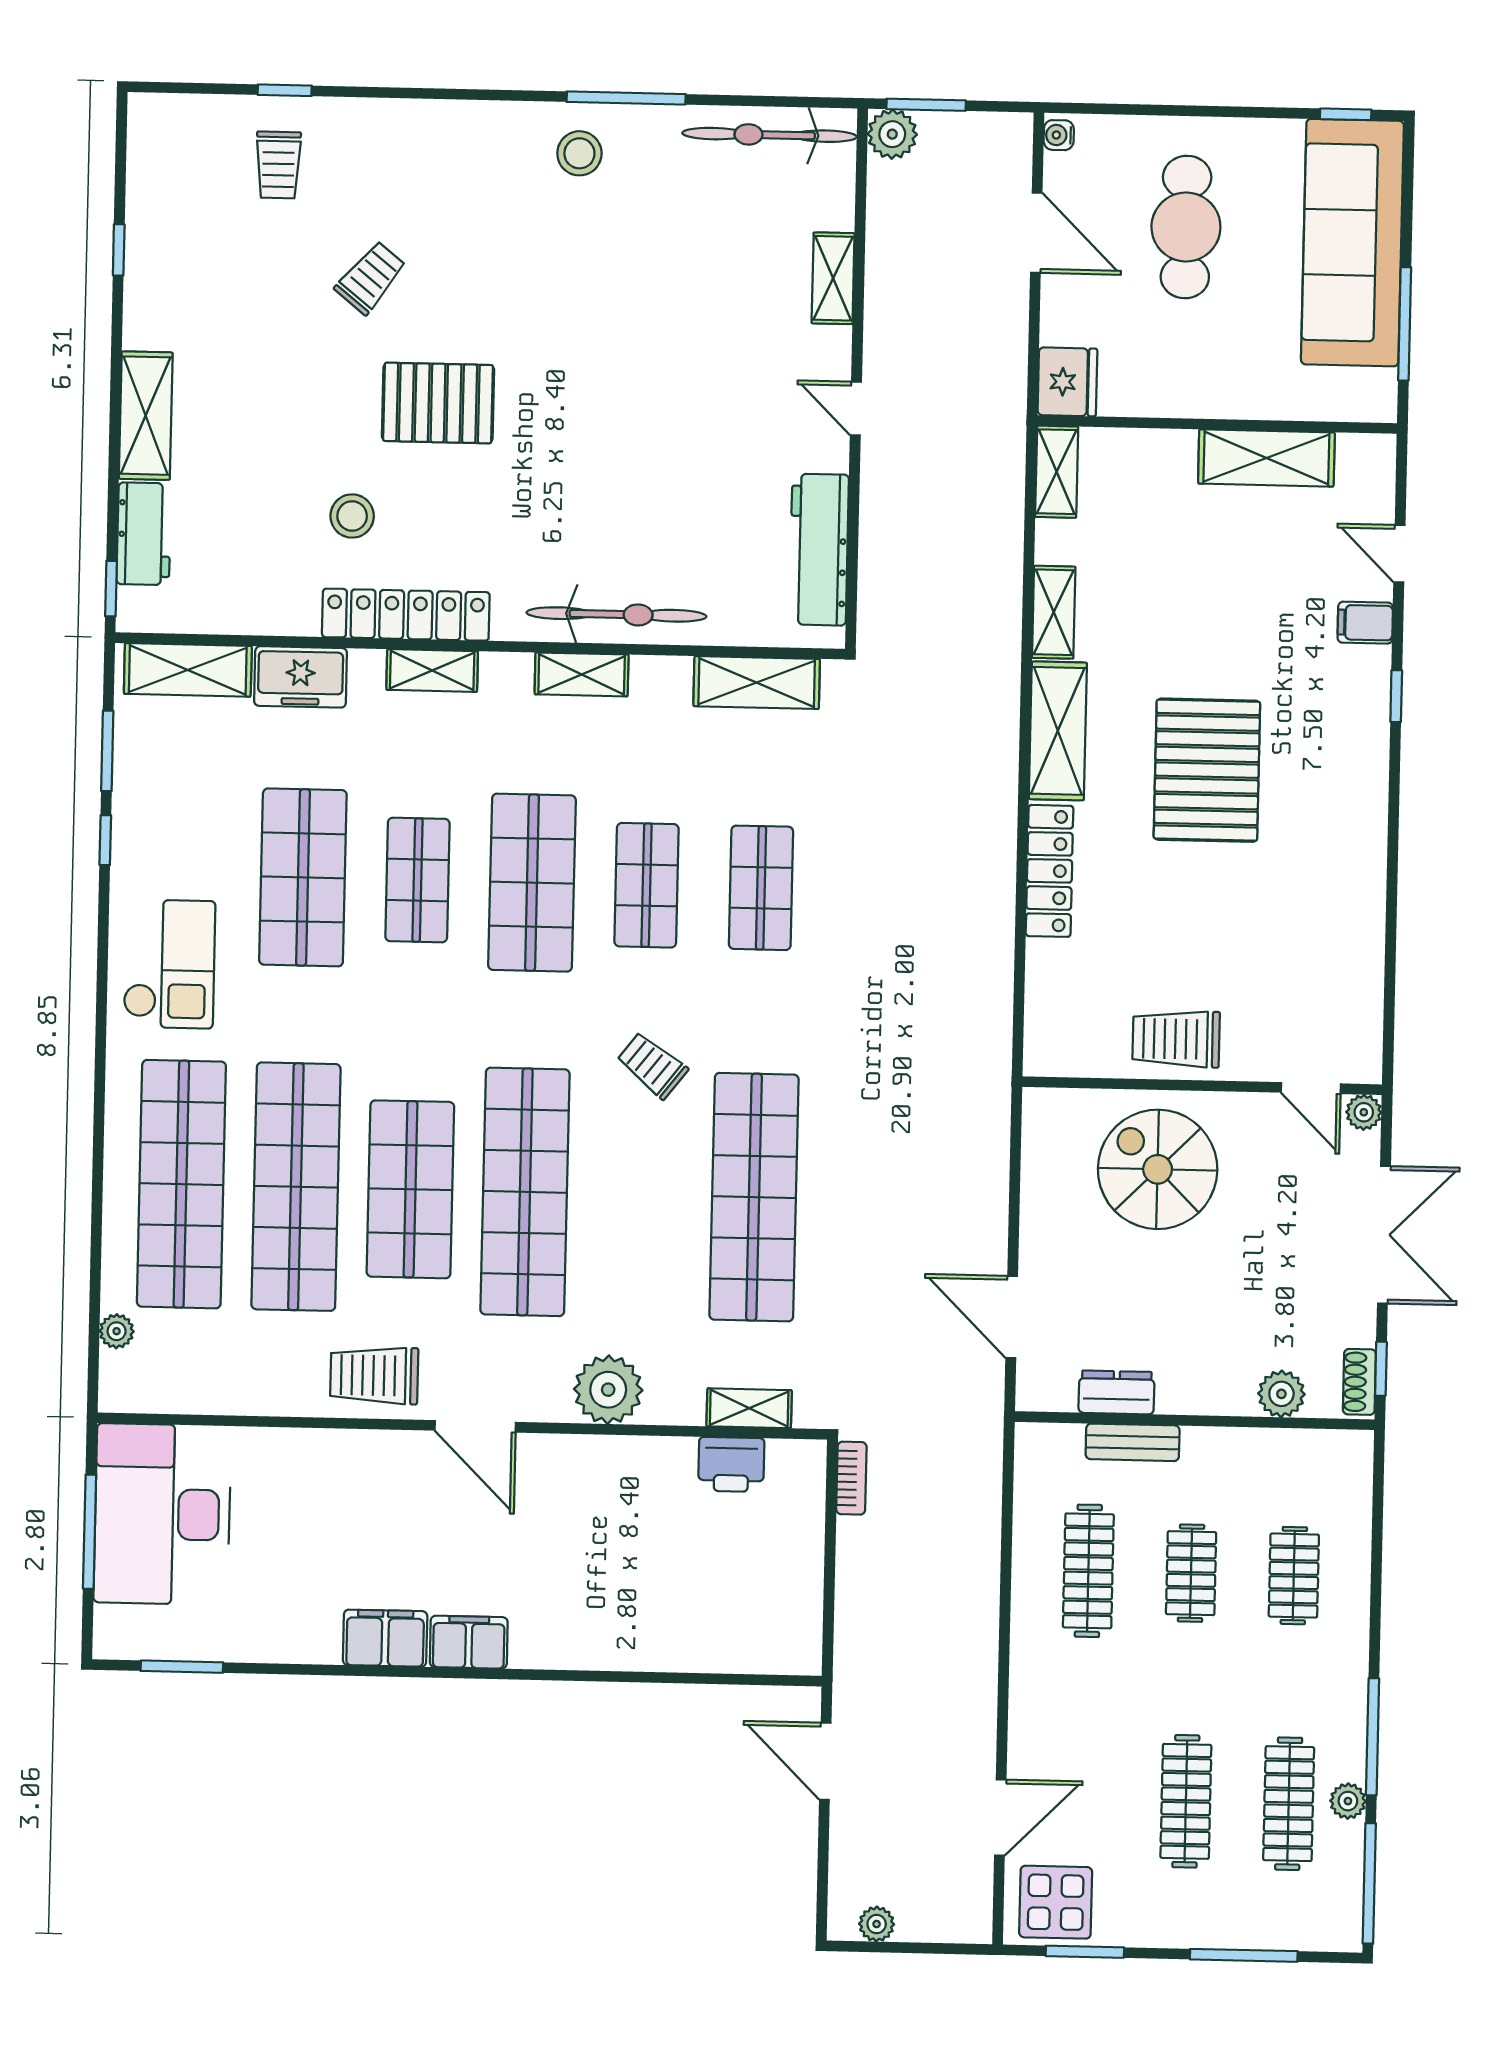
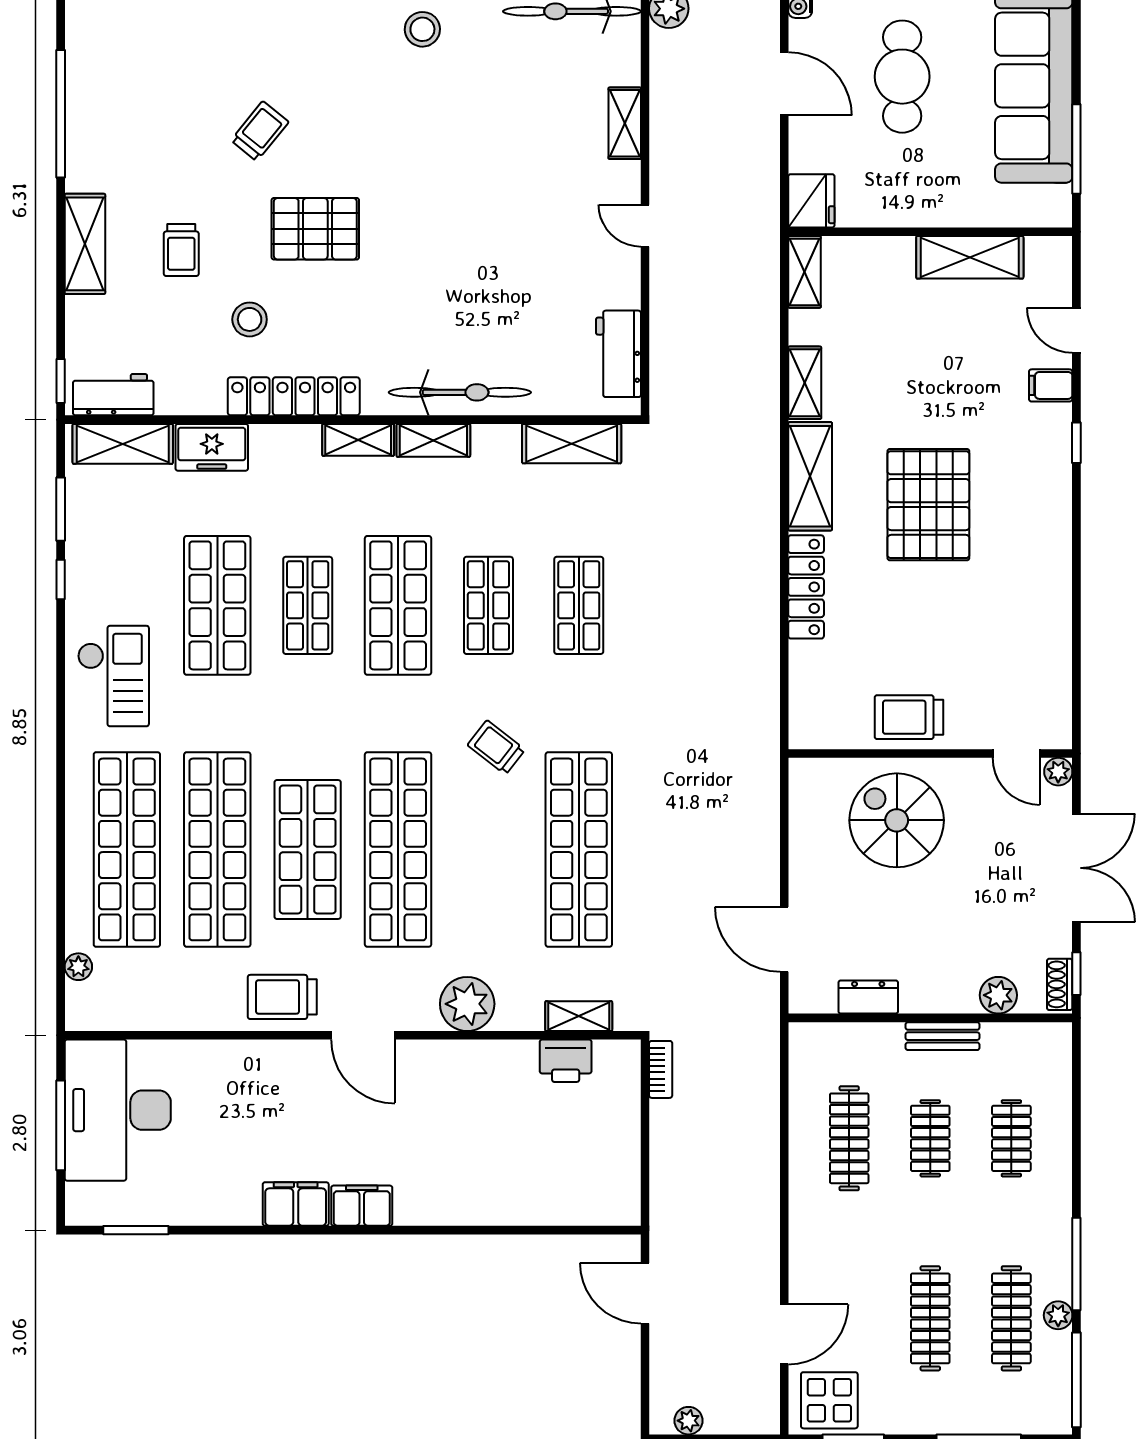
trolley: (278, 165) -> (181, 250), moved
window: (119, 250) -> (61, 114), width x3.17
workbench: (144, 534) -> (113, 395), moved, turned -90
workbench: (819, 550) -> (618, 354), width x0.73
shelving: (432, 670) -> (358, 440), moved
bench: (1133, 1442) -> (943, 1036), moved

